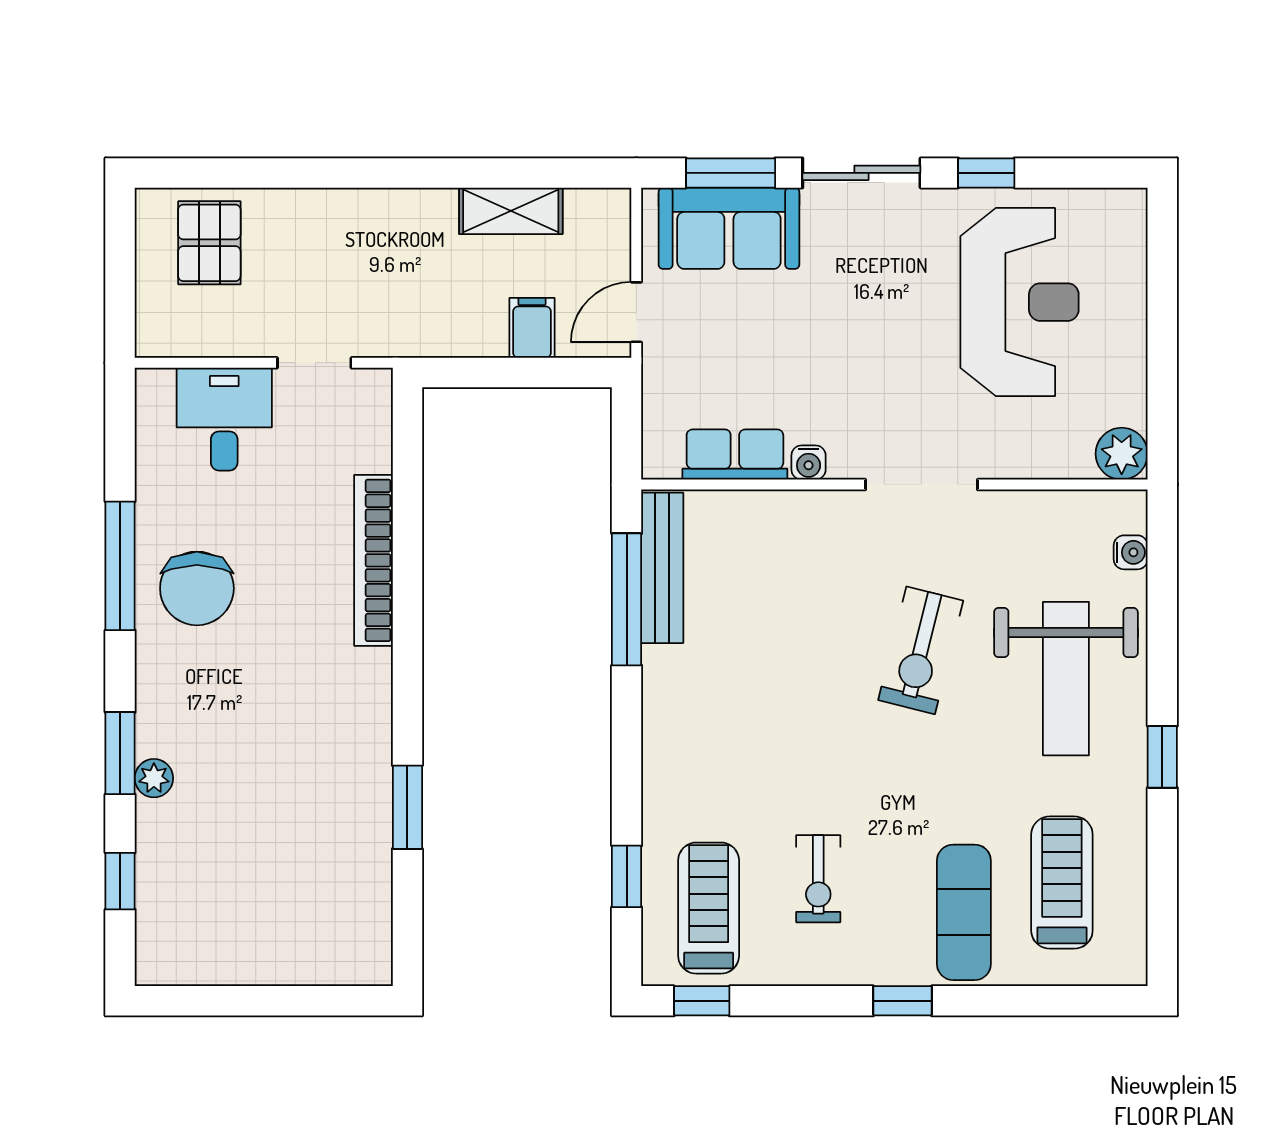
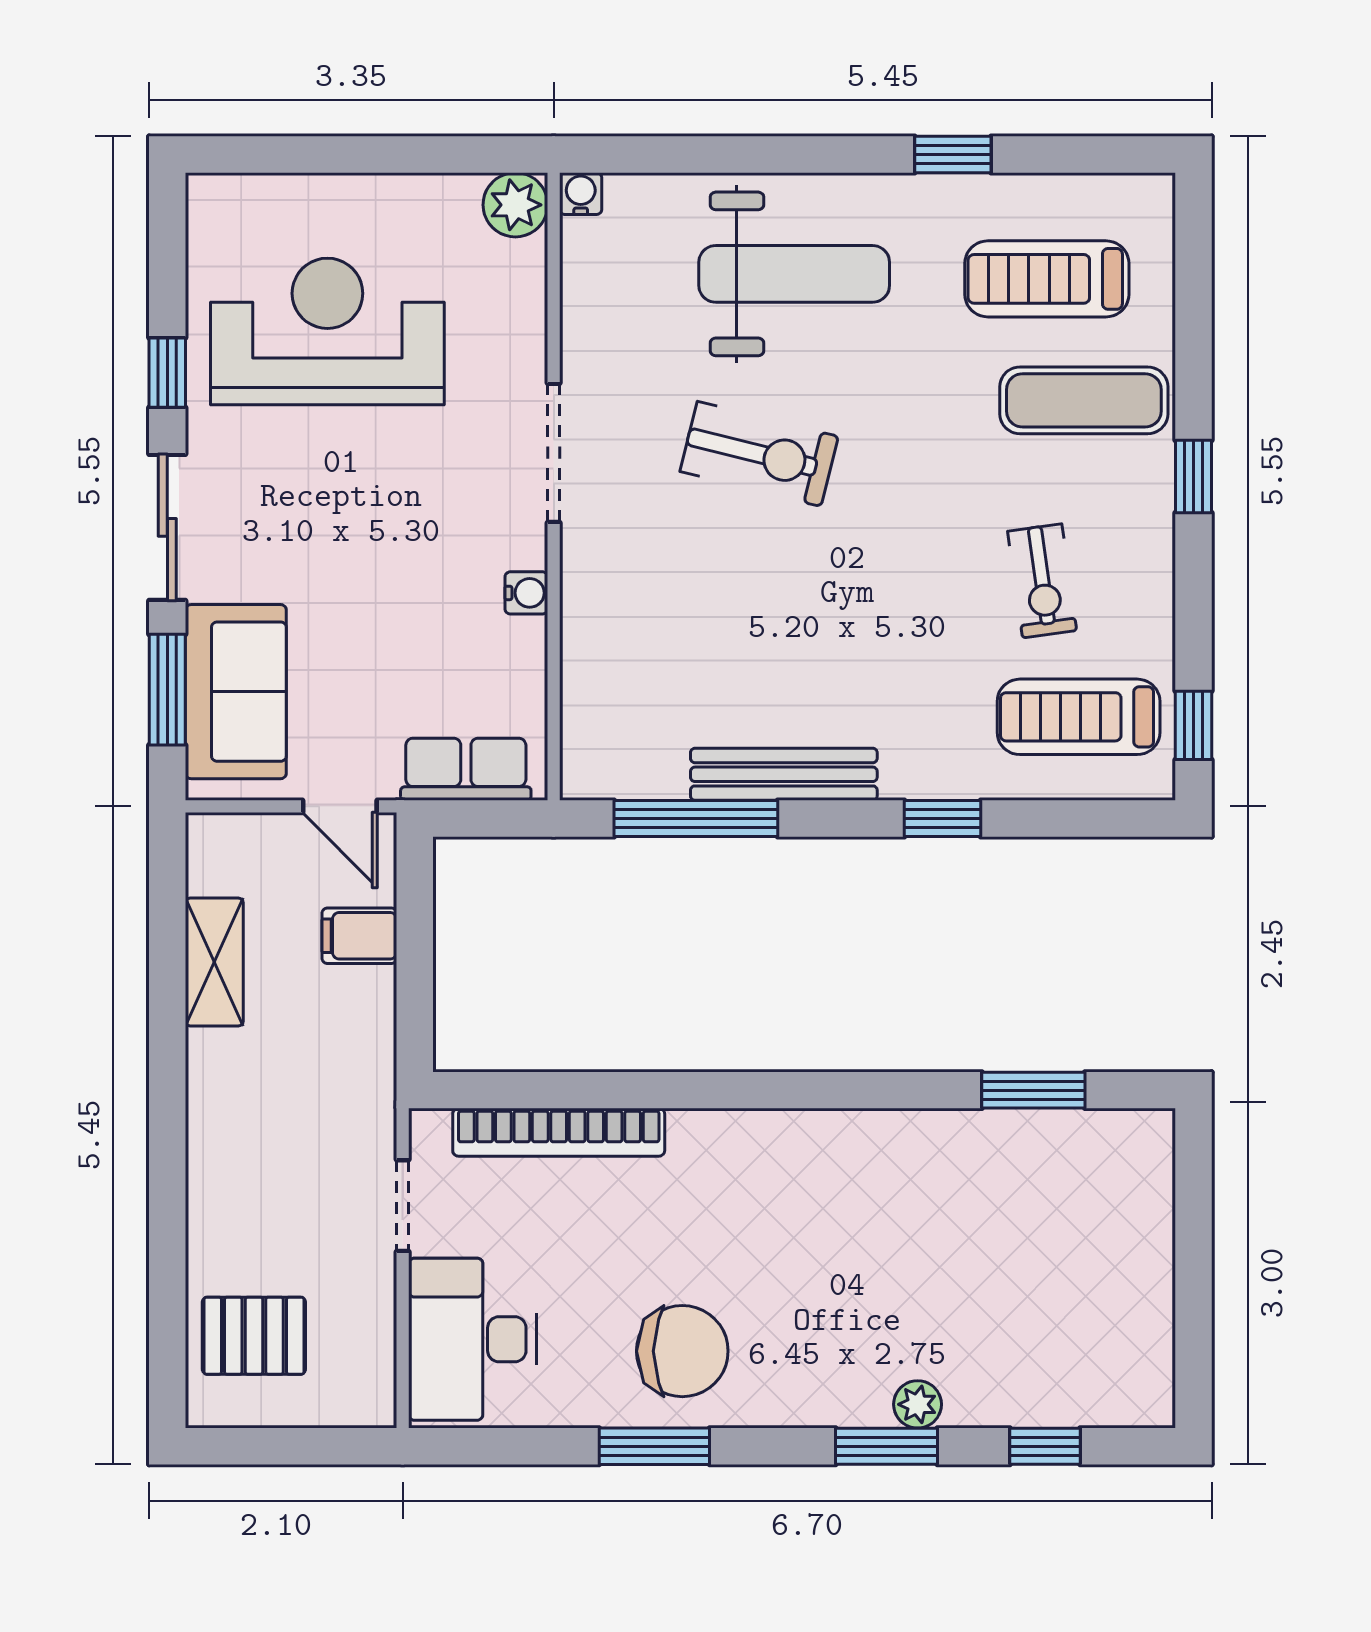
desk: (224, 419) -> (472, 1339), width x1.37
row of seats: (735, 455) -> (466, 769), moved, turned 90
water cooler: (1131, 552) -> (581, 194), moved
bookcase: (373, 560) -> (559, 1132), moved
window: (120, 566) -> (654, 1446), width x0.69
bench: (662, 568) -> (784, 774), moved
window: (1162, 757) -> (953, 154), moved
window: (407, 807) -> (1033, 1090), moved
window: (627, 876) -> (943, 818), moved
exercise bike: (818, 879) -> (1042, 581), turned 82

